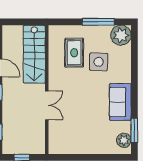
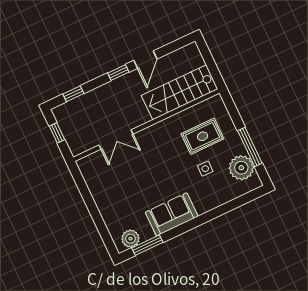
plant: (121, 35) -> (241, 168), moved
side table: (99, 62) -> (205, 169), width x0.54, depth x0.54
double door: (47, 105) -> (116, 140), moved

